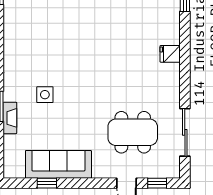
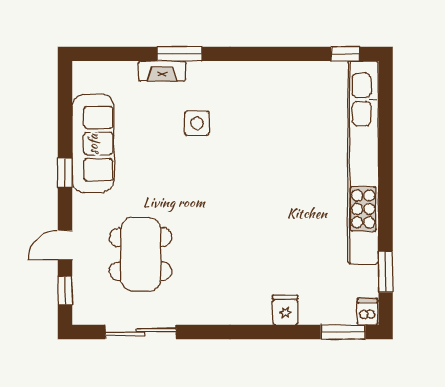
fridge: (170, 54) -> (285, 310), moved
window: (47, 183) -> (65, 173), moved

